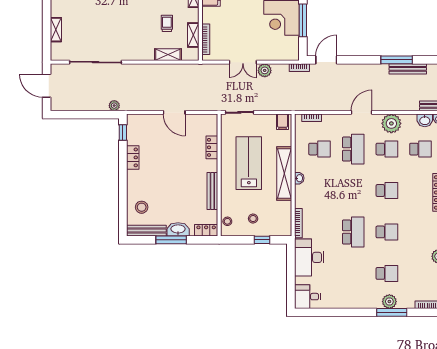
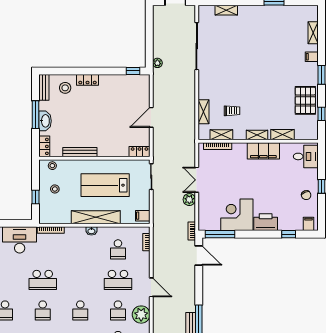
window: (303, 20) -> (220, 234), moved
locker: (212, 147) -> (140, 152), moved
locker: (133, 157) -> (88, 80), moved
lab bench: (249, 163) -> (105, 185), turned 180
bench: (146, 231) -> (44, 87), width x0.73

